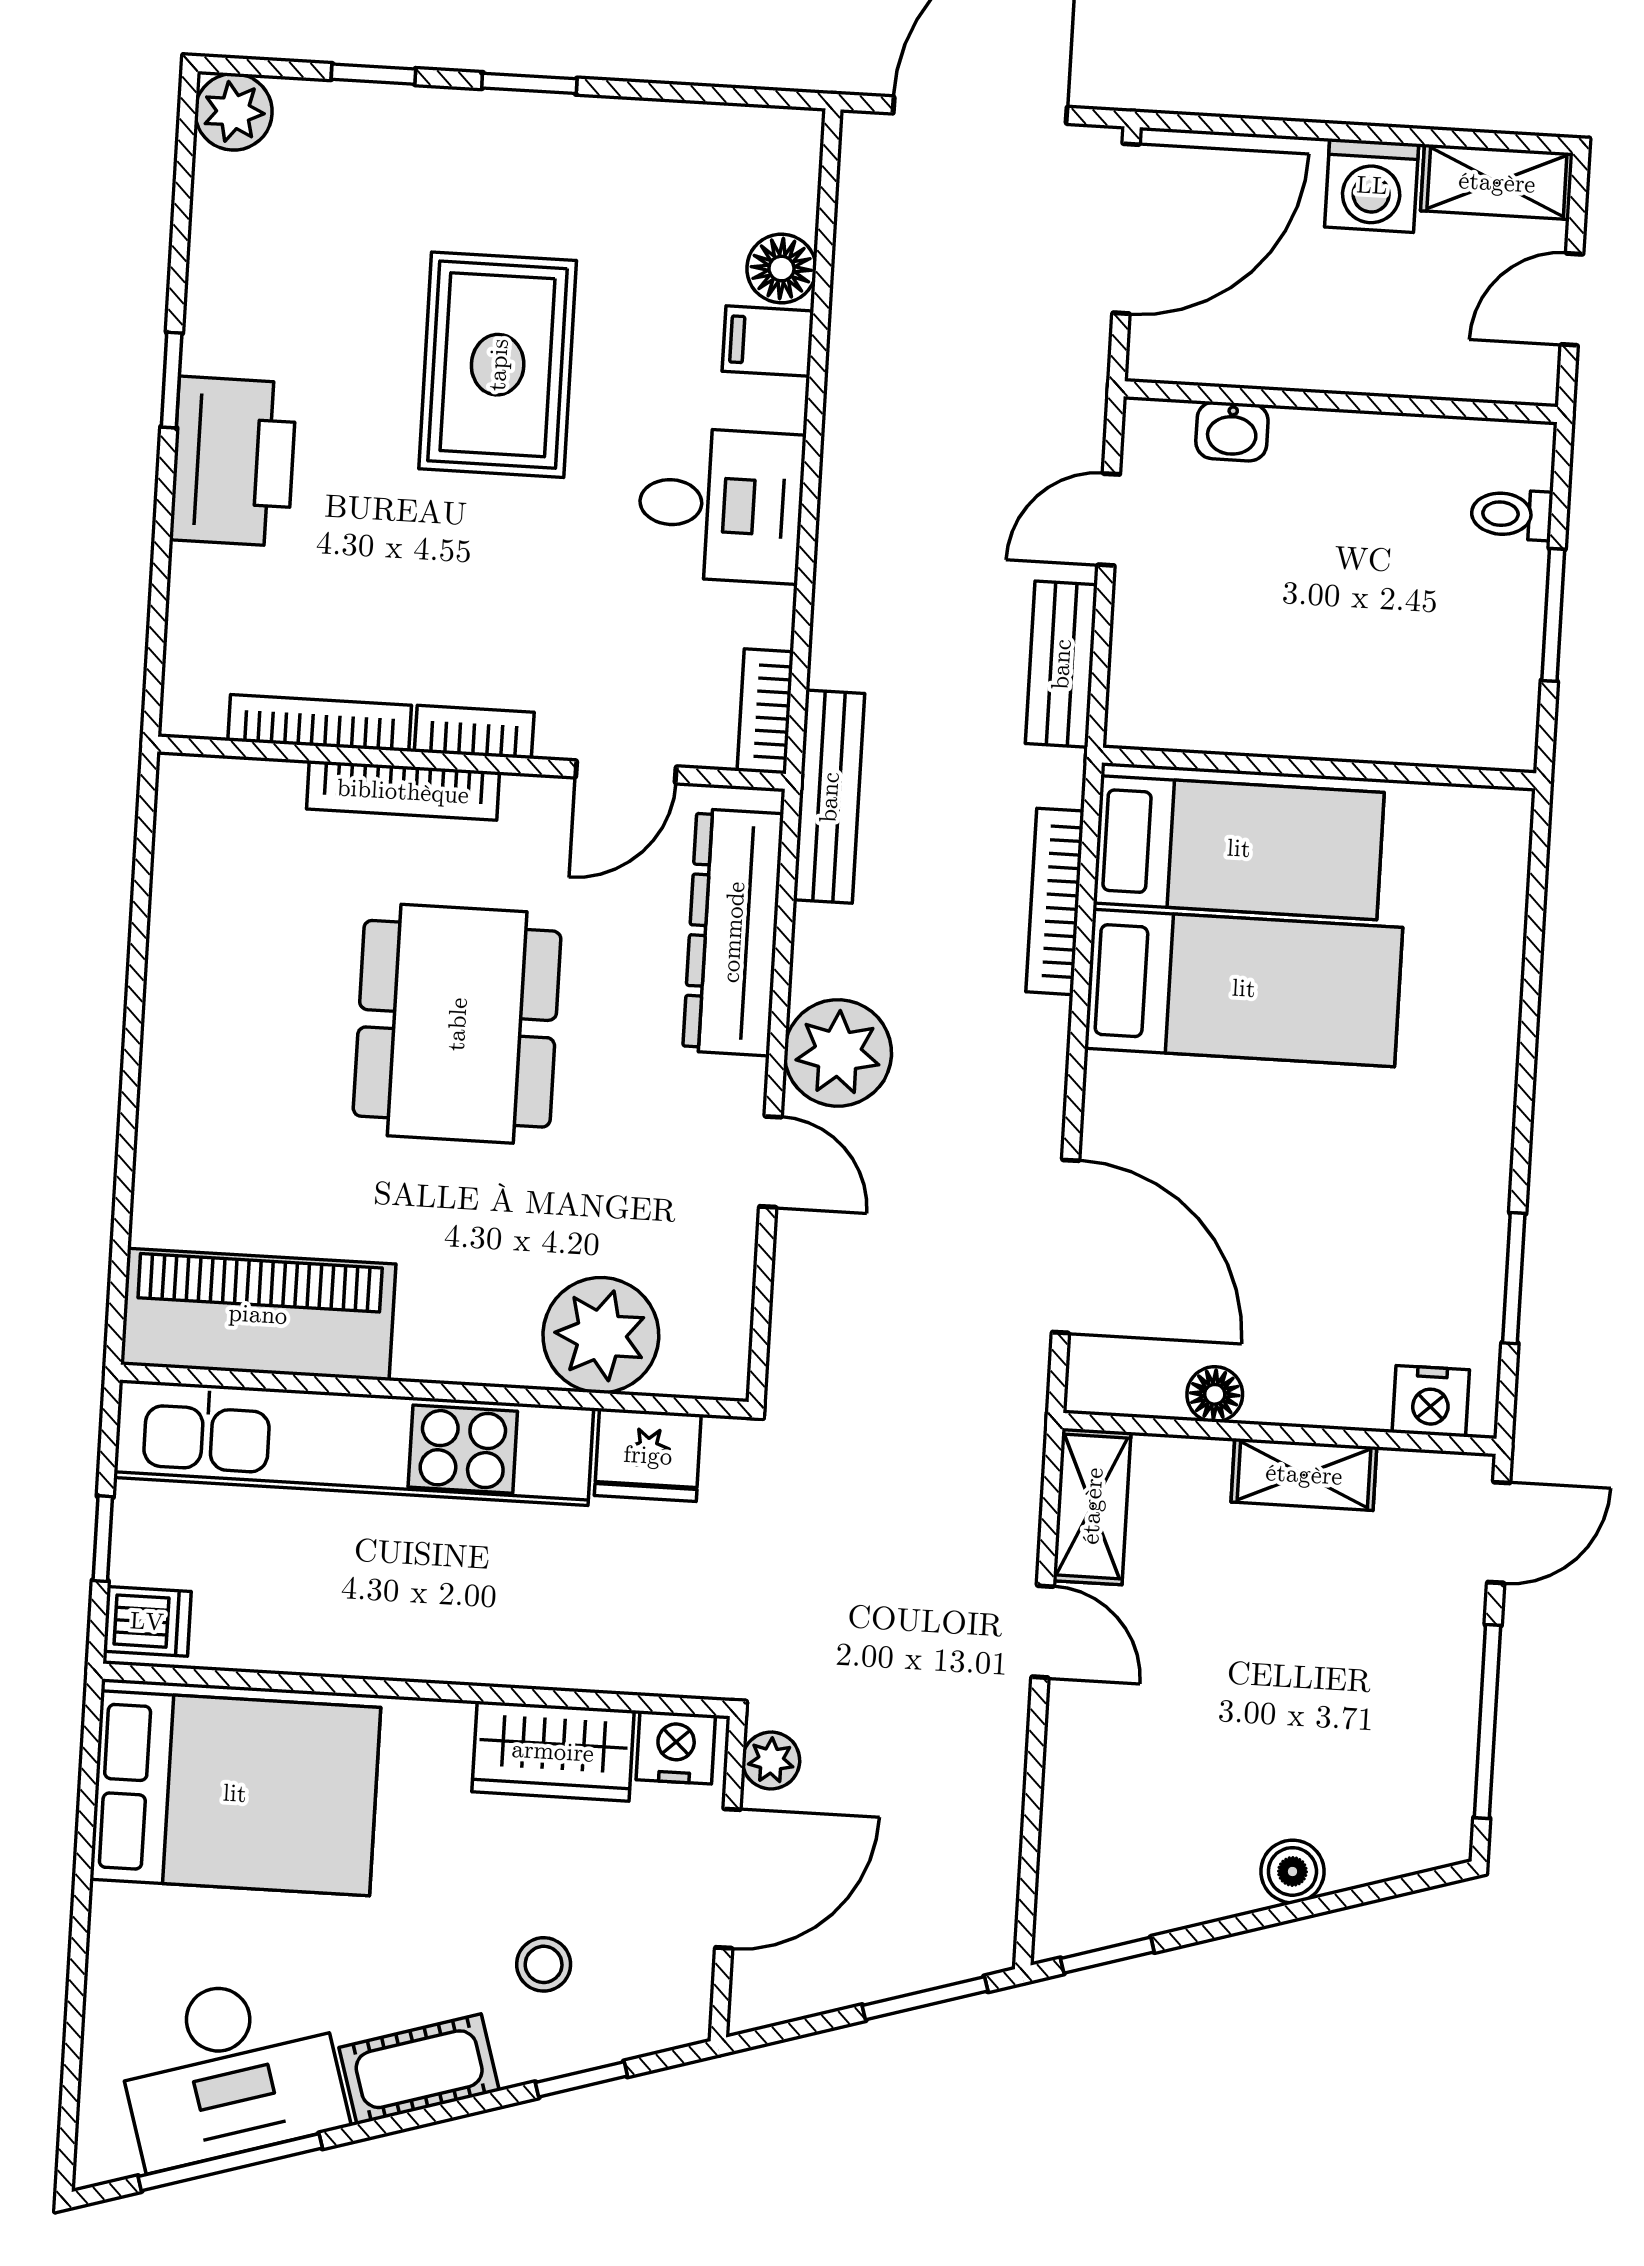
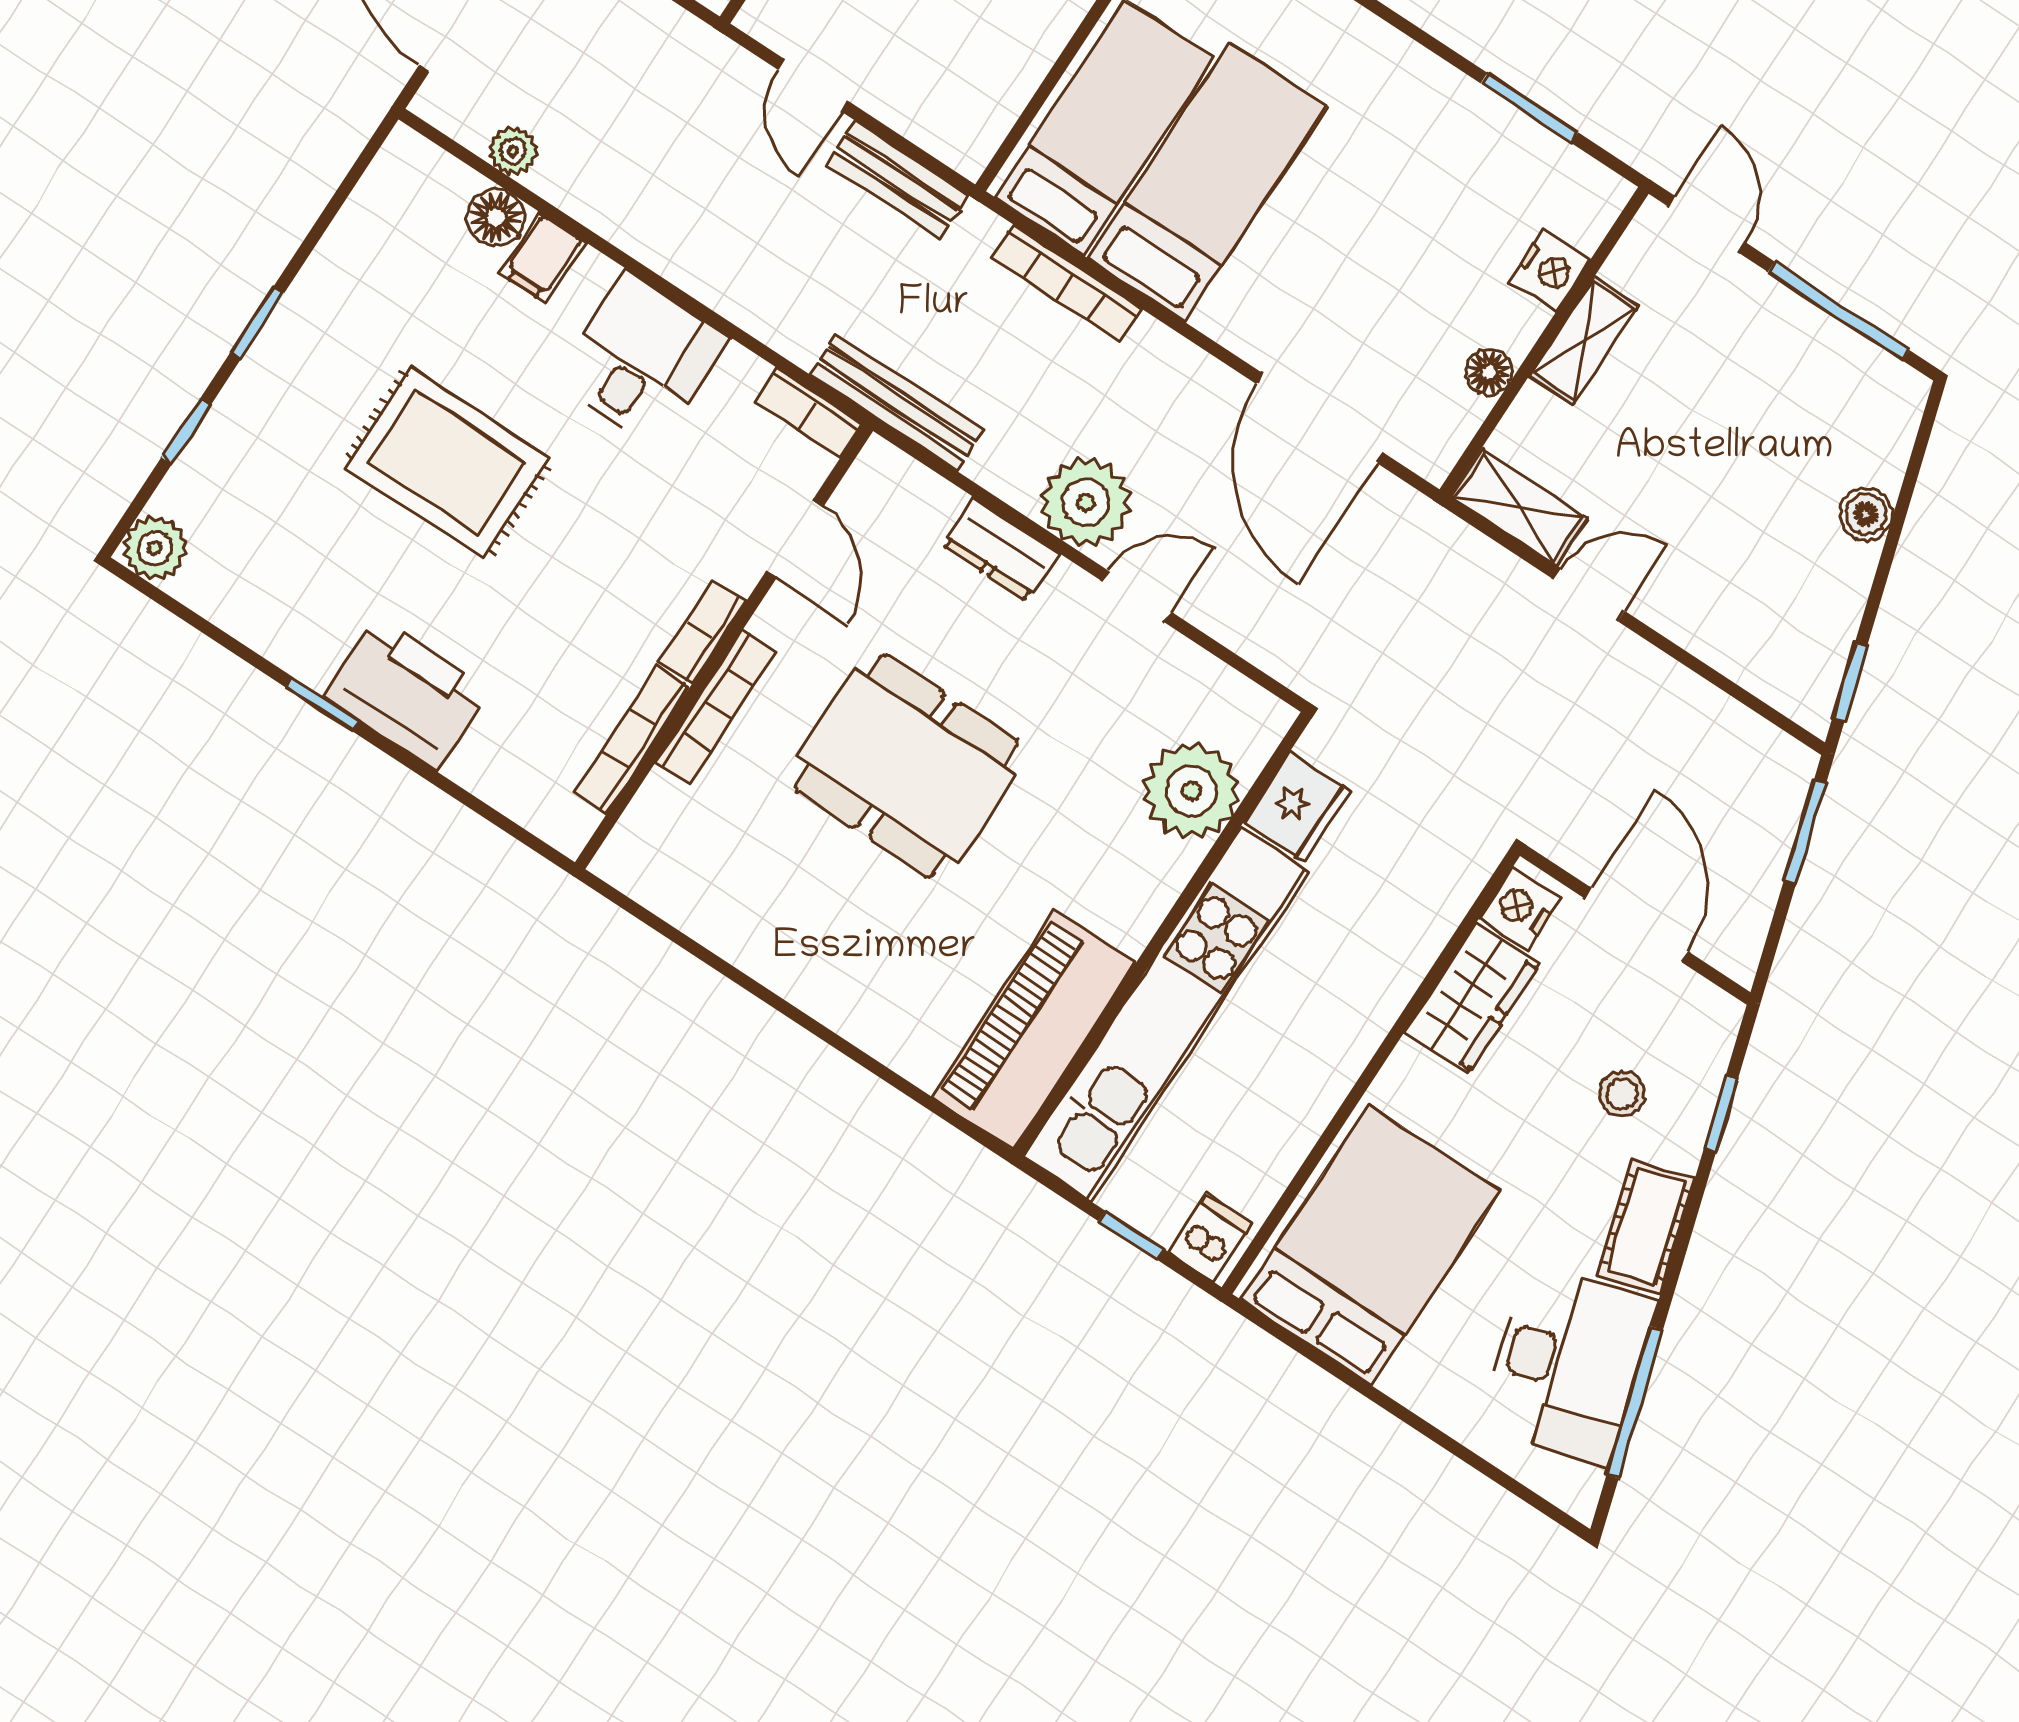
dresser: (733, 932) -> (1001, 549), width x0.51, depth x0.80
door: (1066, 1246) -> (1320, 418), swing flipped
nightstand: (1431, 1401) -> (1550, 270), moved
plant: (771, 1760) -> (513, 151), moved

